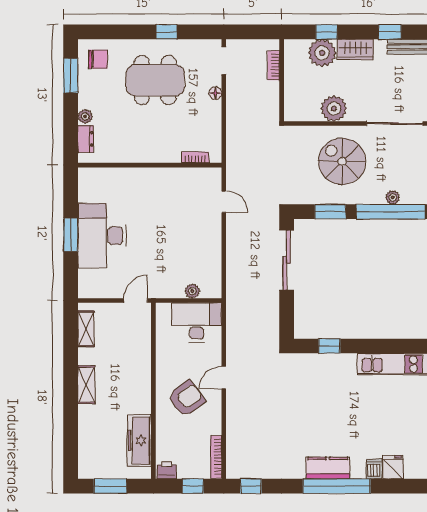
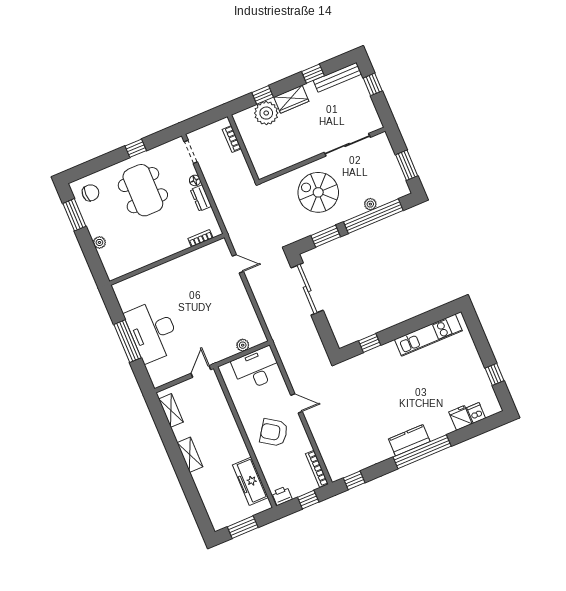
dining table: (155, 80) -> (143, 190), turned 90
plant: (334, 108) -> (294, 153), removed
dresser: (86, 139) -> (201, 198), moved, turned 180
window: (71, 235) -> (127, 341), width x1.44
door: (224, 378) -> (297, 403), swing flipped
armchair: (186, 399) -> (274, 432), turned -109
dishwasher: (374, 469) -> (476, 413), moved

